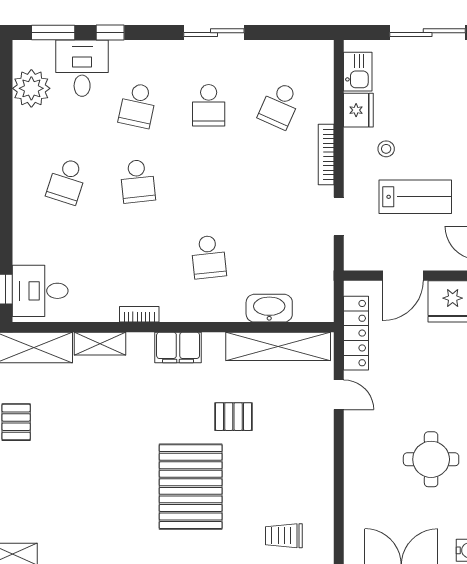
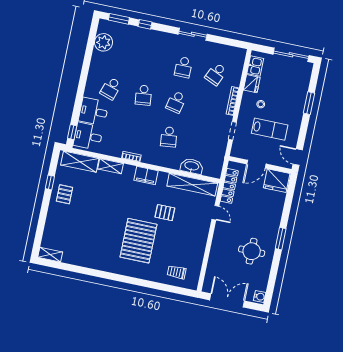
desk: (82, 68) -> (94, 112), moved, turned -90
school desk: (138, 105) -> (176, 102), moved

